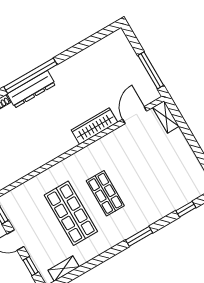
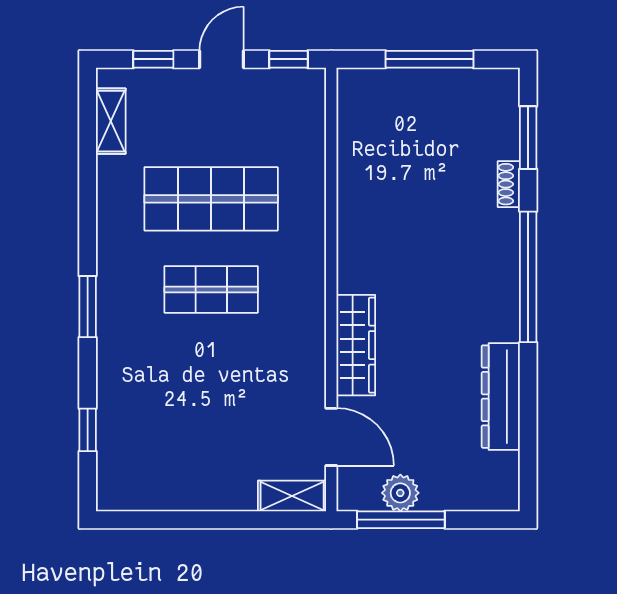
plant: (141, 77) -> (400, 493), added
dresser: (31, 89) -> (501, 397), moved

